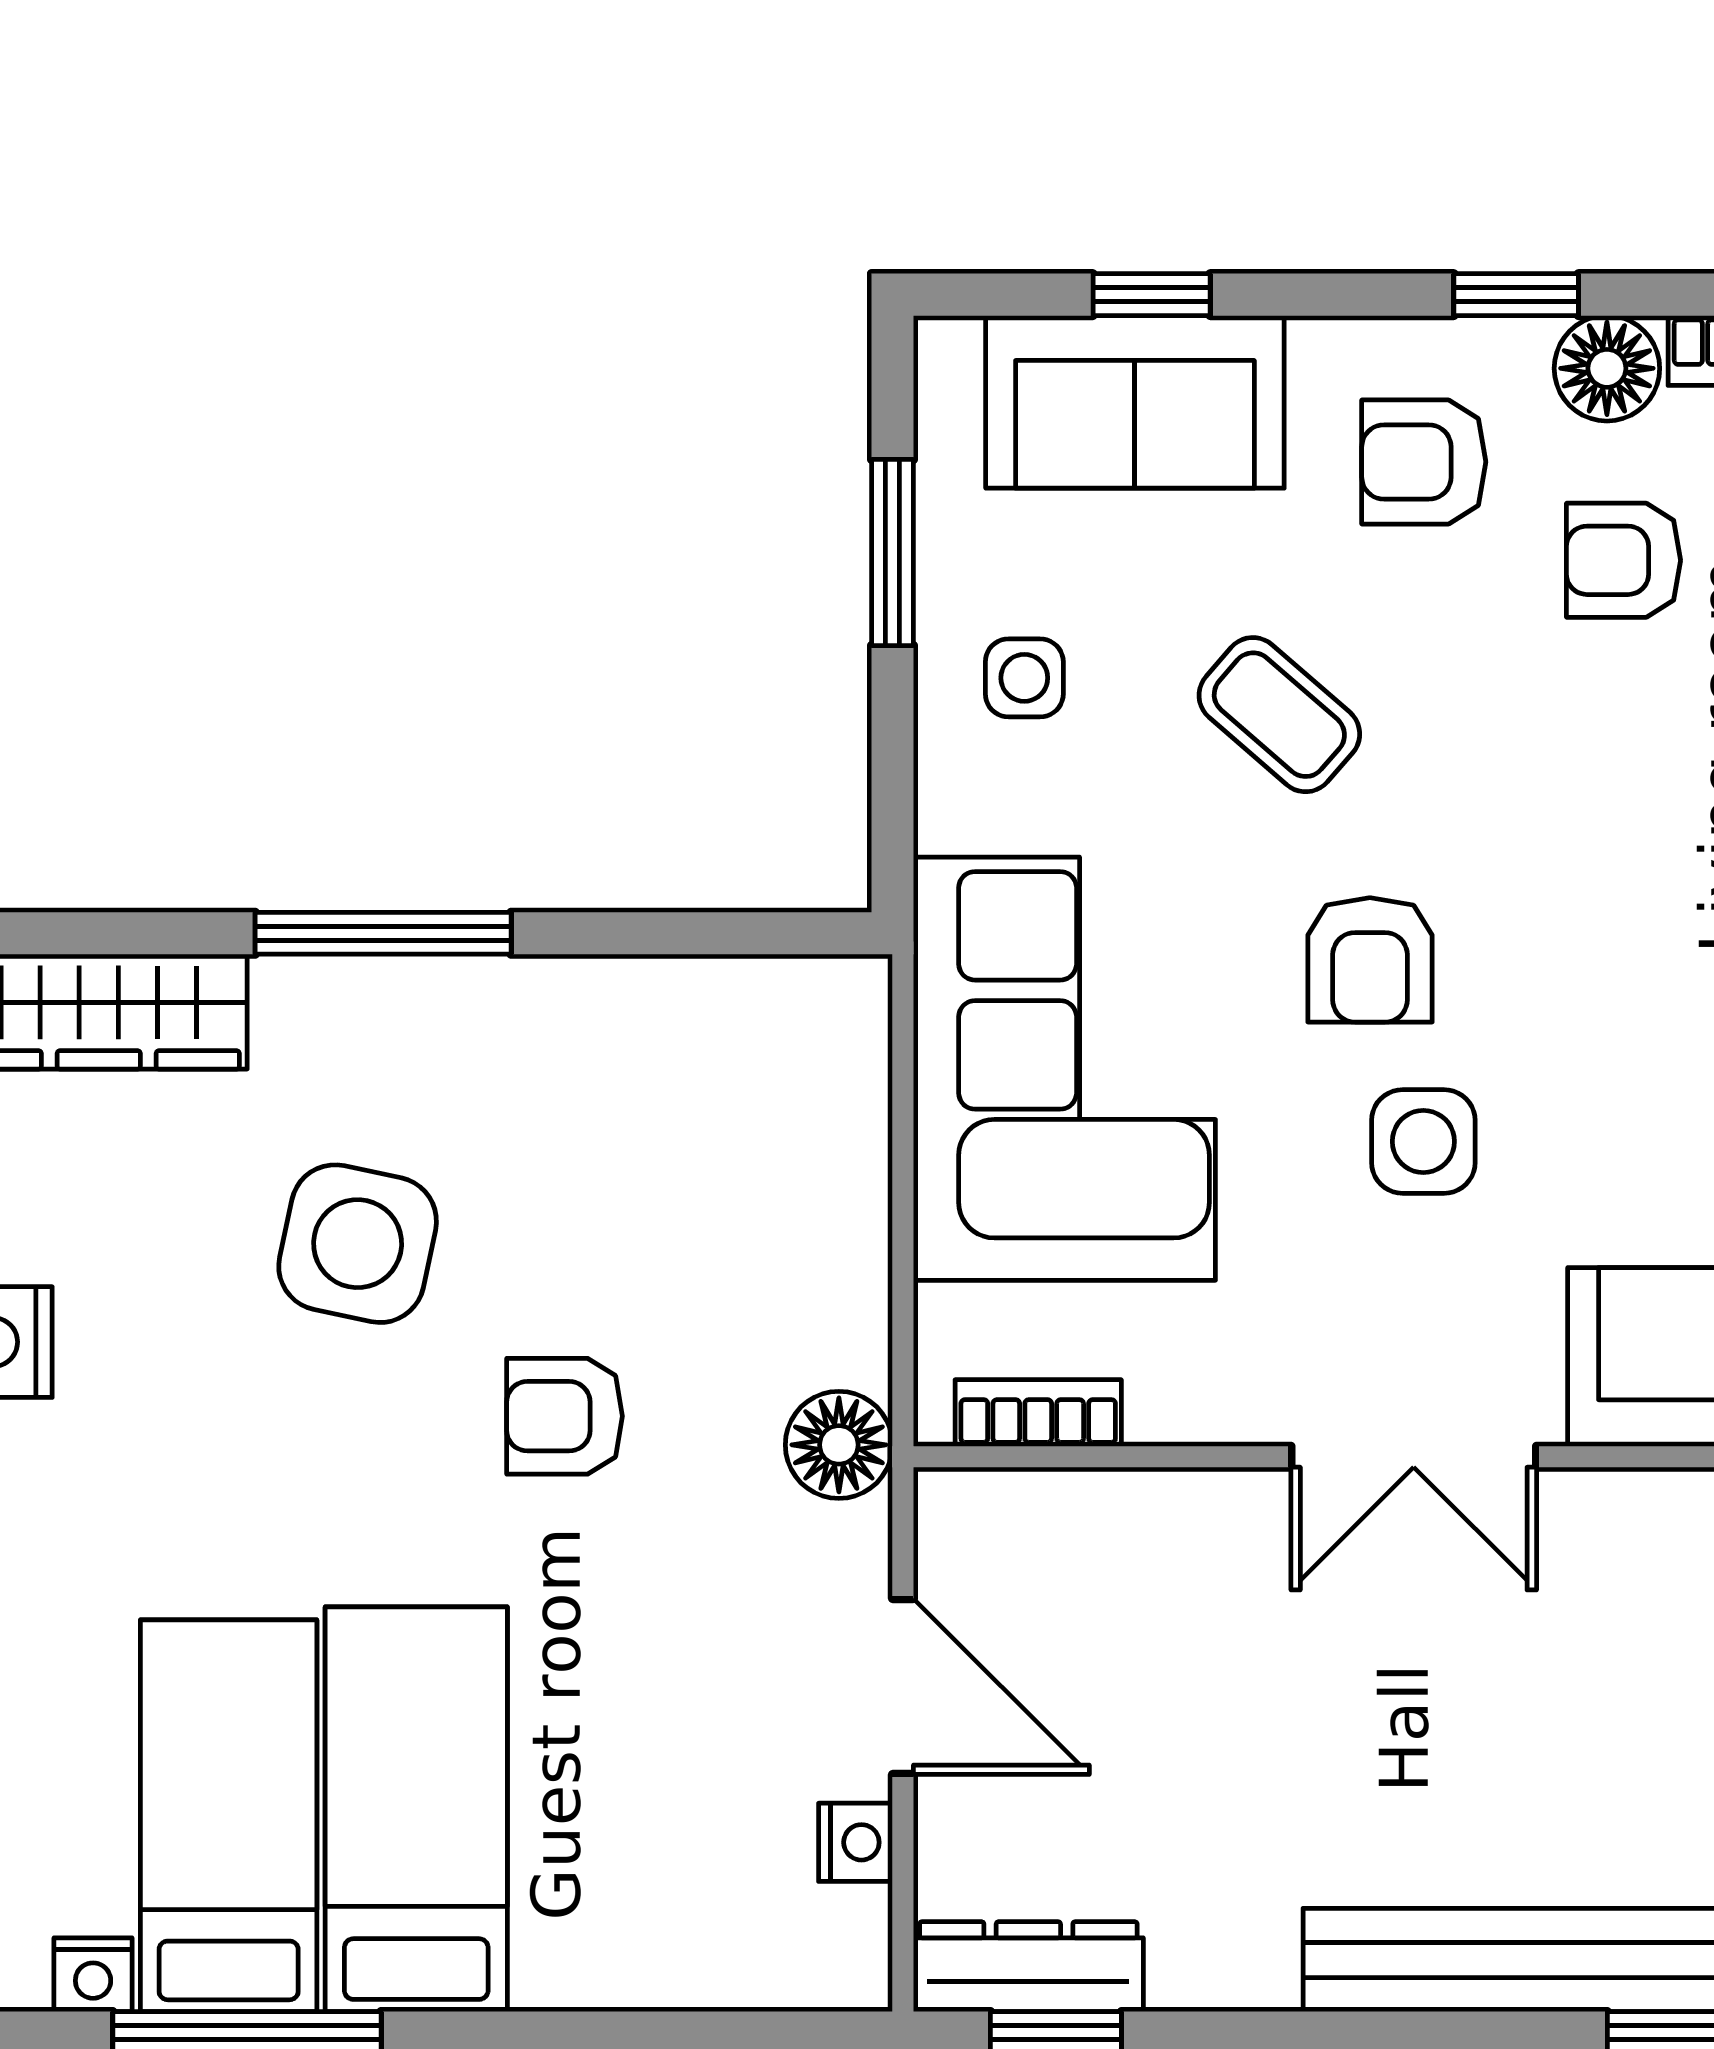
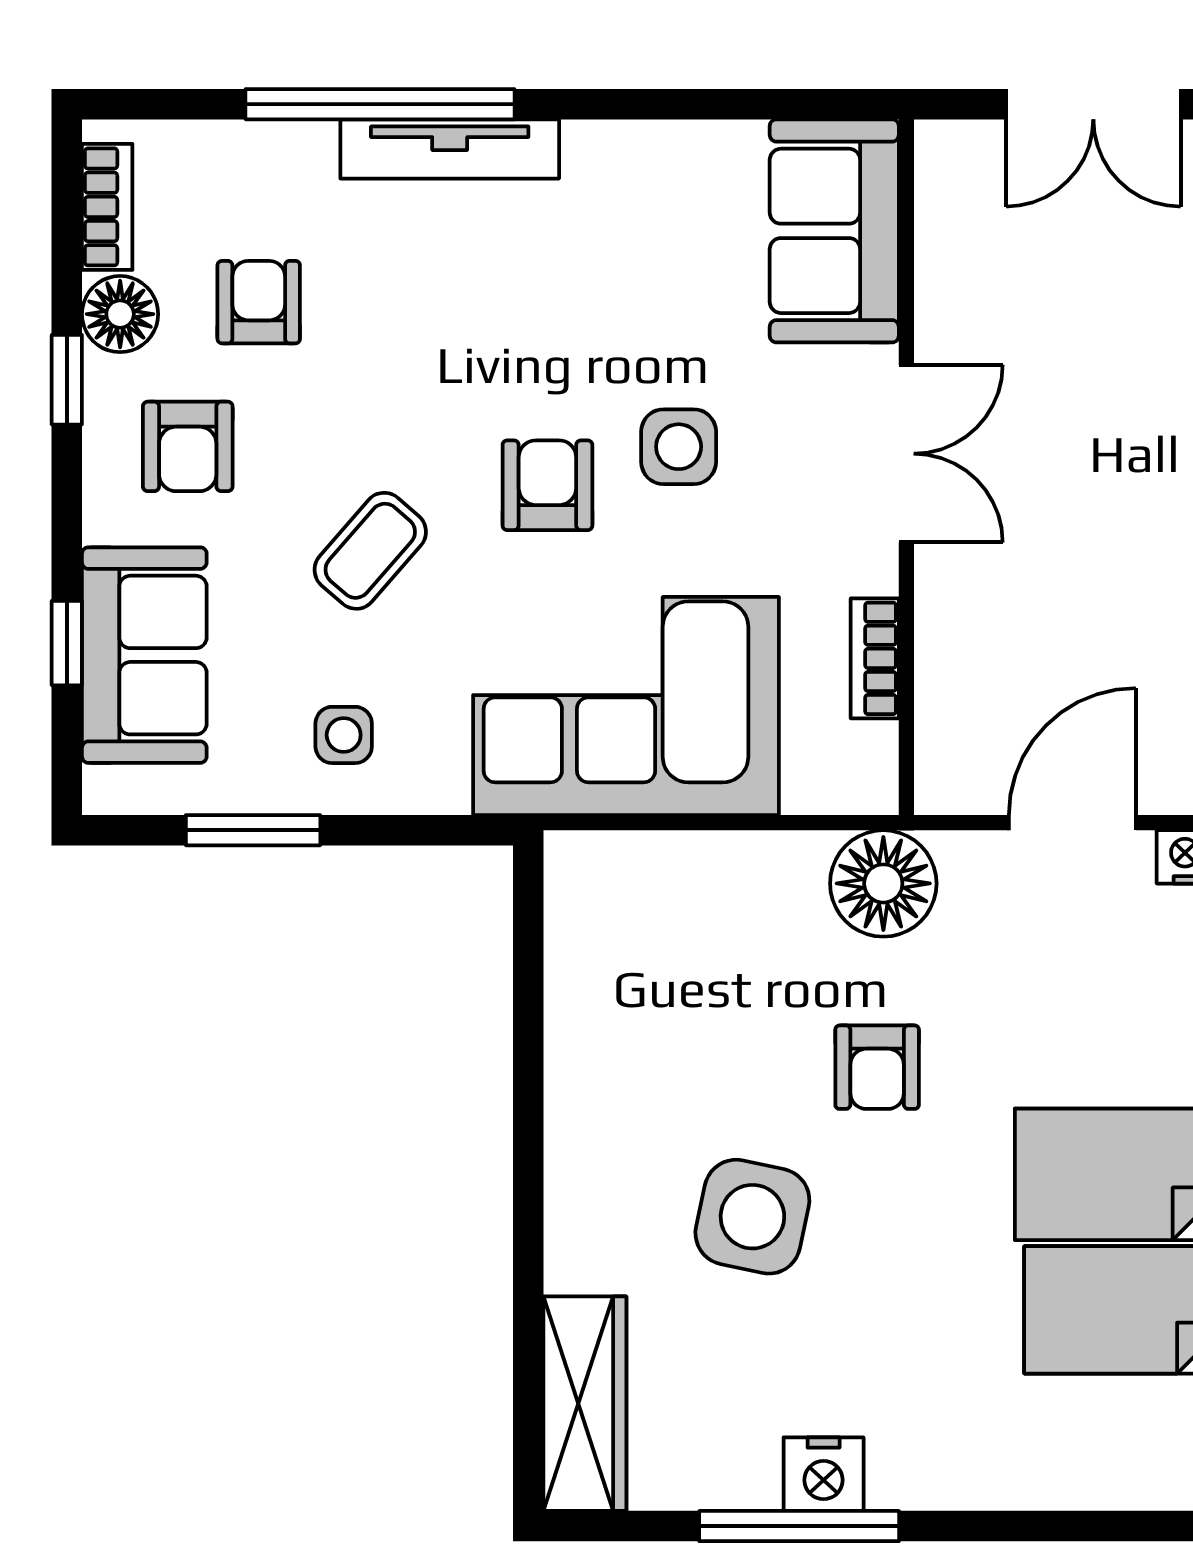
armchair: (1623, 560) -> (259, 302), turned 180
window: (383, 933) -> (528, 1198), removed
armchair: (1370, 960) -> (547, 485), turned -90
bookcase: (1038, 1413) -> (875, 658), moved
floor lamp: (839, 1445) -> (883, 883), width x1.38, depth x1.38

